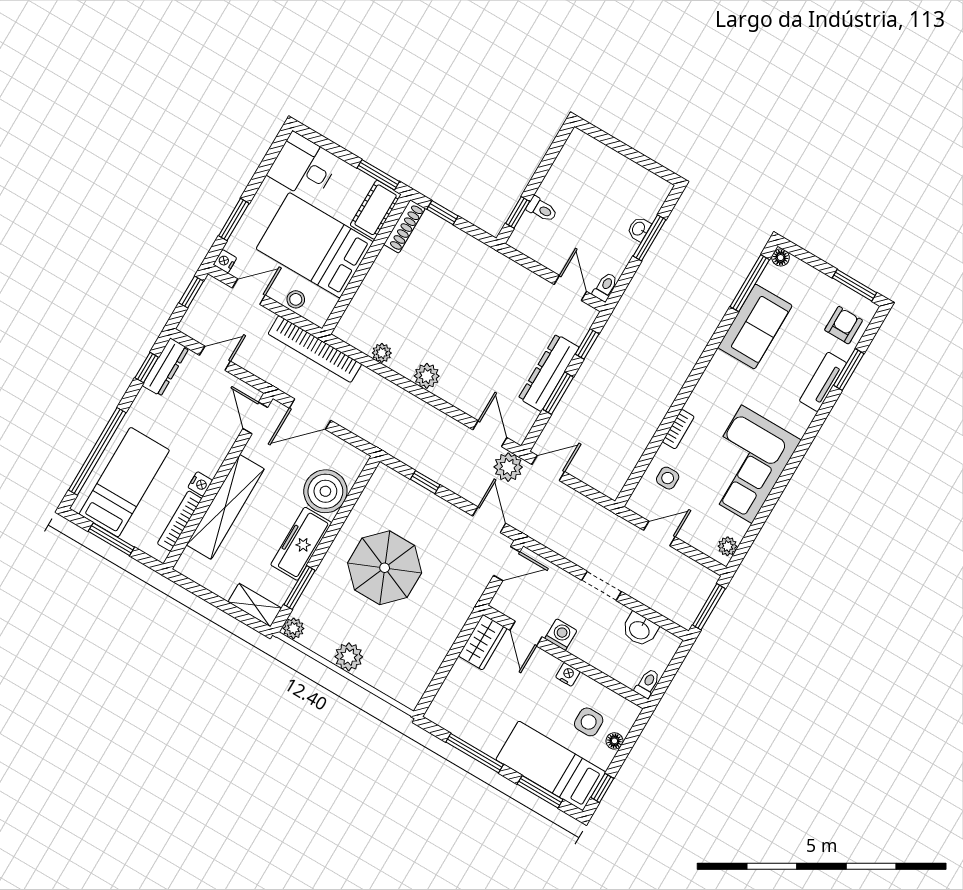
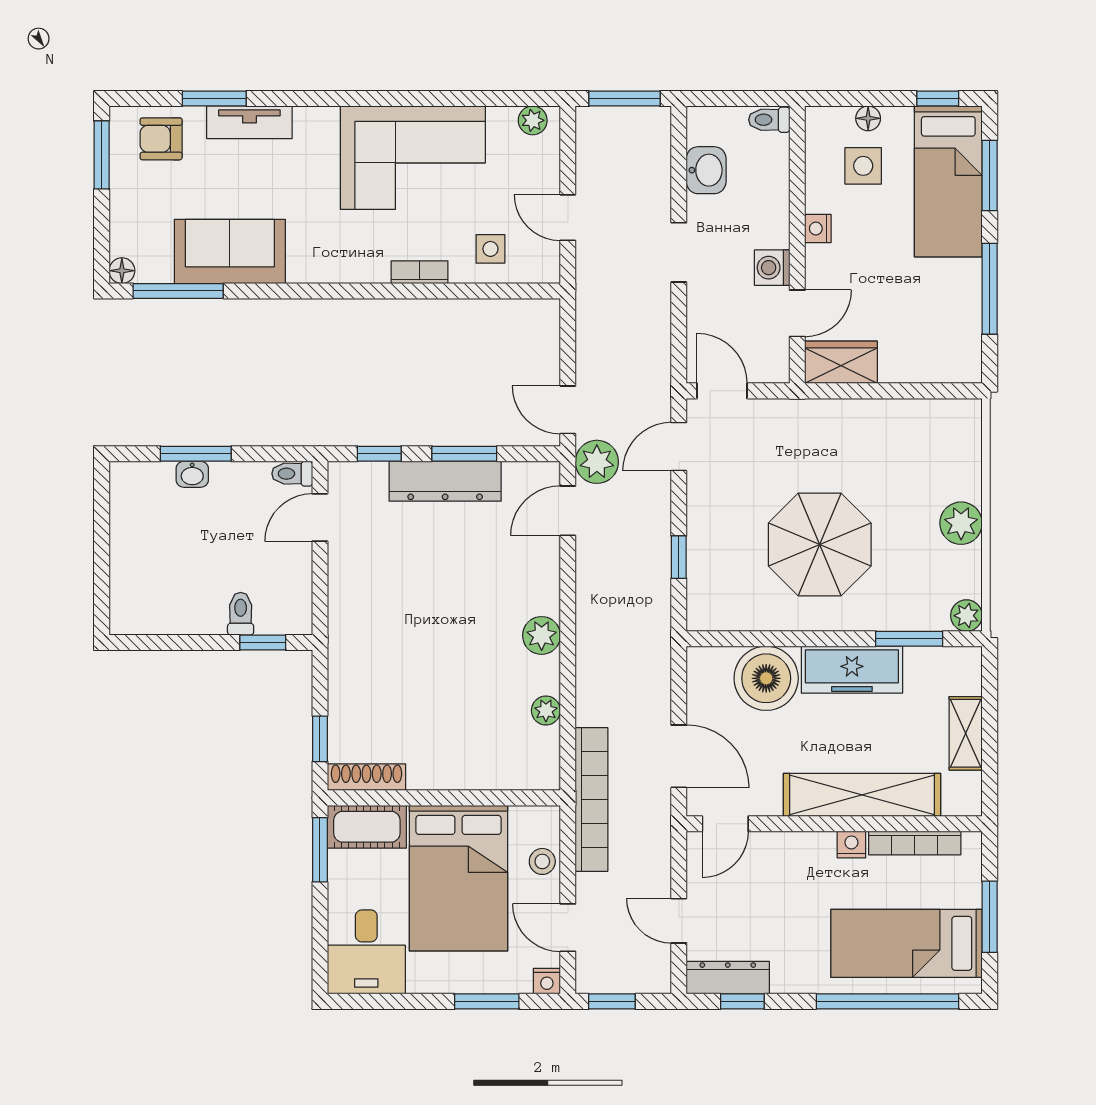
shelving: (255, 605) -> (966, 733), moved

